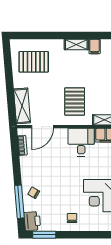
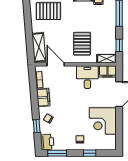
door: (43, 127) -> (56, 64), swing flipped
filing cabinet: (27, 167) -> (43, 98), added
window: (19, 202) -> (37, 126), width x0.46
window: (84, 235) -> (90, 153), added

